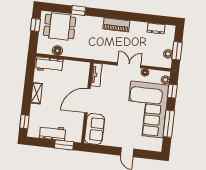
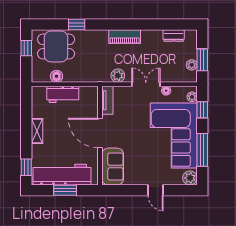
plant: (107, 56) -> (118, 76), added
workbench: (49, 65) -> (63, 94), moved
door: (87, 101) -> (100, 133), hinge flipped
workbench: (53, 133) -> (62, 175), width x1.88, depth x1.32
window: (64, 145) -> (65, 190), moved
plant: (156, 145) -> (190, 178), added

